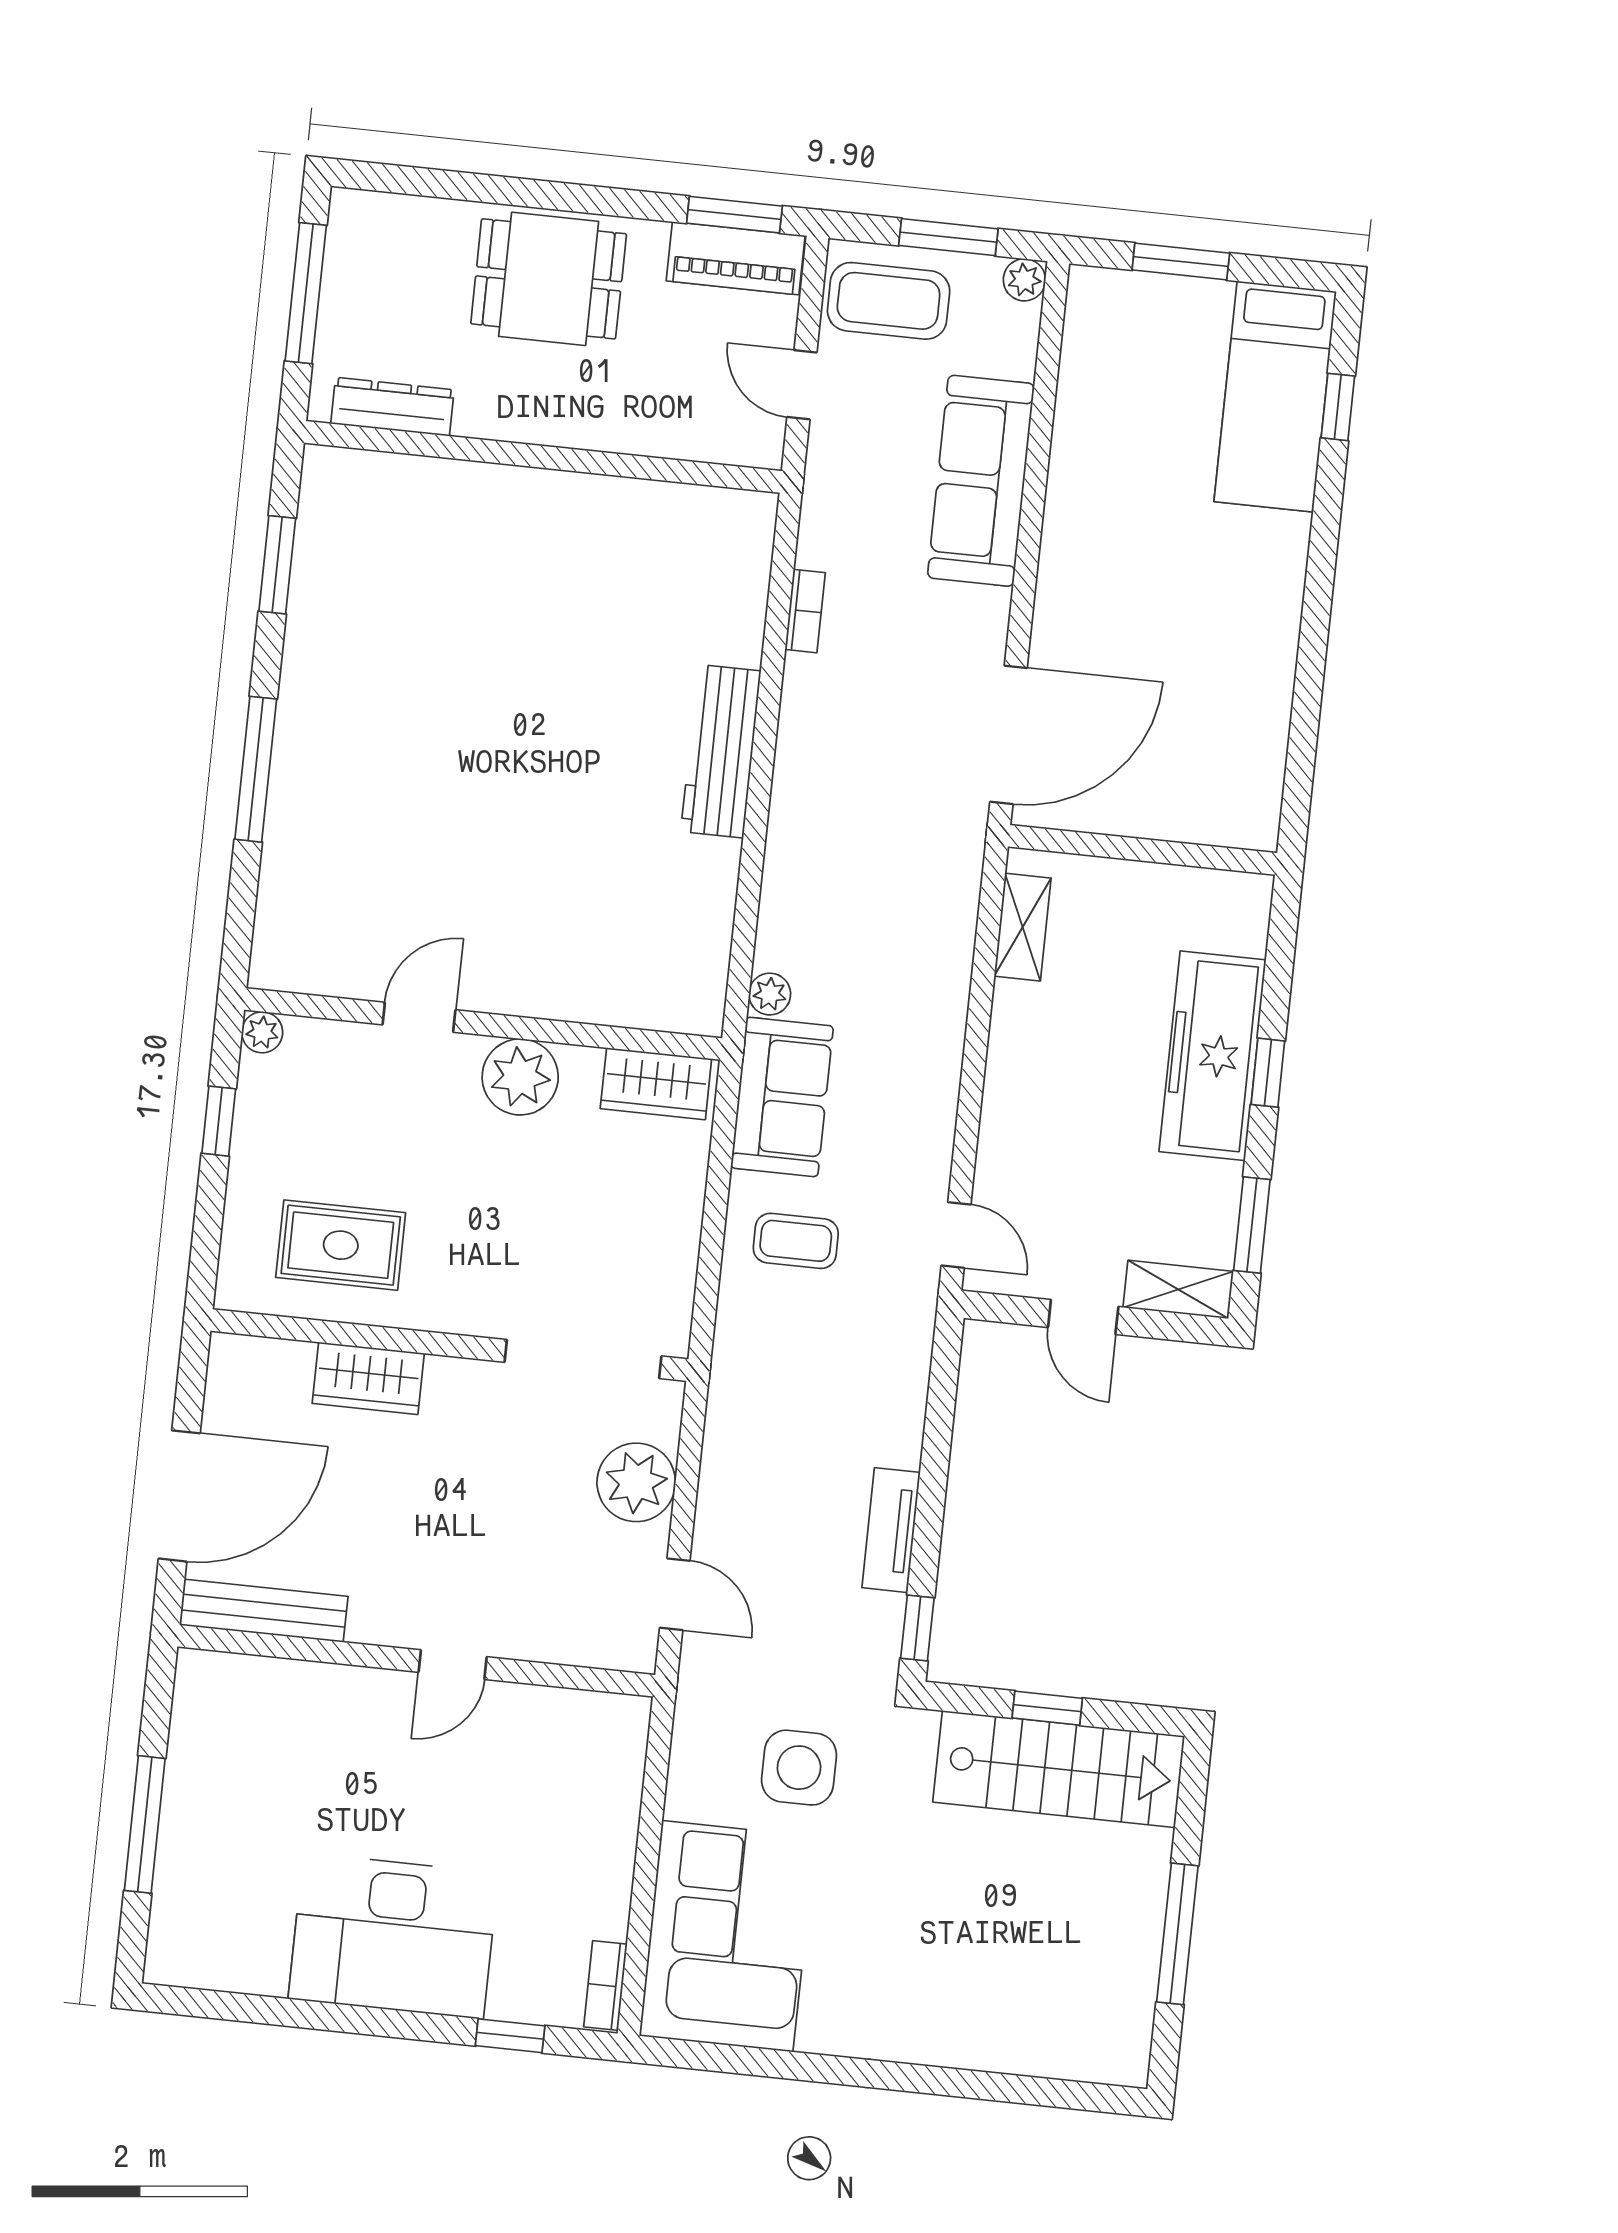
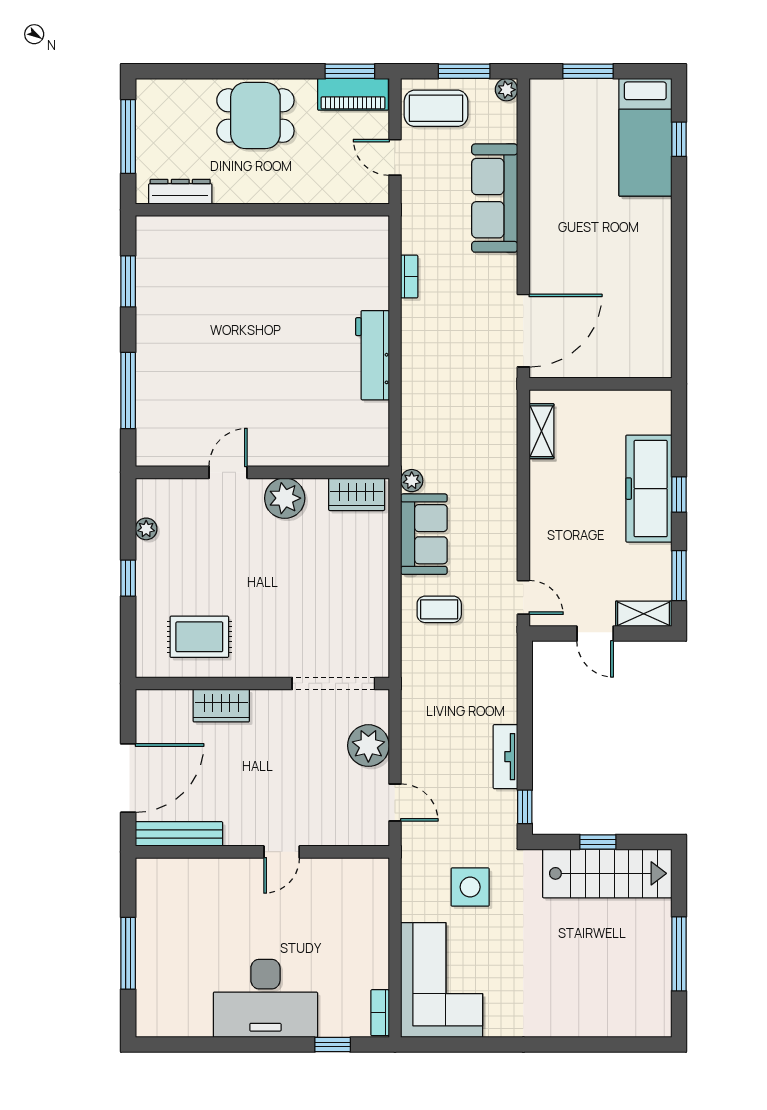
door: (419, 1017) -> (228, 472), moved
wall: (483, 1024) -> (262, 472), moved
plant: (520, 1077) -> (285, 498), moved
wardrobe: (656, 1084) -> (357, 494), moved

